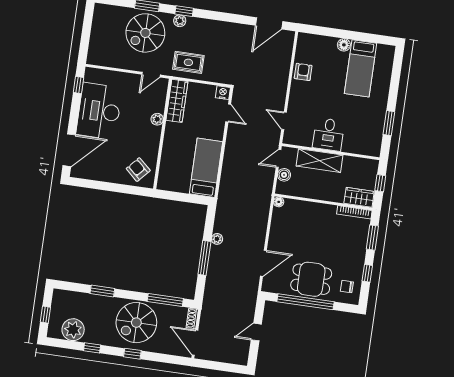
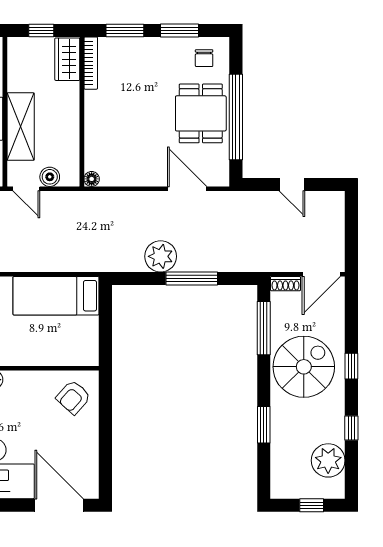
plant: (217, 239) -> (161, 256), width x1.88, depth x1.88
window: (367, 273) -> (180, 30), width x1.50
spiral stairs: (136, 323) -> (304, 367), turned -90

